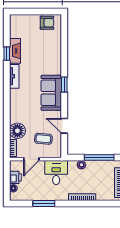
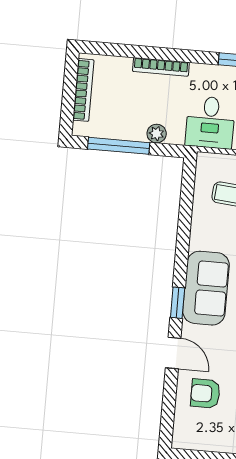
armchair: (47, 23) -> (205, 394), moved
door: (64, 126) -> (173, 353), moved

